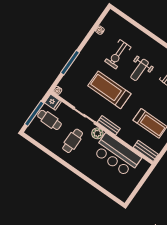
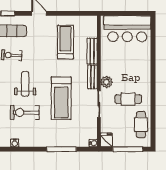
exercise bike: (118, 54) -> (25, 113), turned 180
weight bench: (140, 70) -> (25, 84), turned -90
cafe table: (49, 120) -> (141, 125), moved
bench: (146, 151) -> (92, 51), moved
bar counter: (117, 155) -> (127, 29), moved, turned 90

